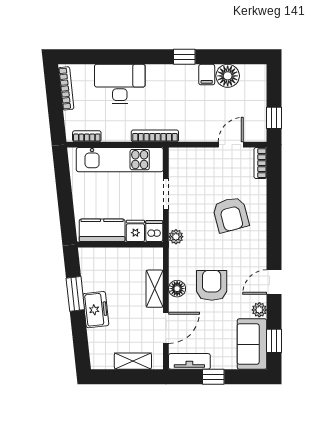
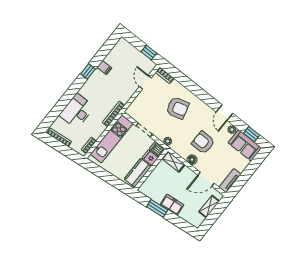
floor lamp: (228, 76) -> (113, 58), removed
shelving: (155, 289) -> (173, 162), moved
door: (166, 328) -> (206, 179), swing flipped
window: (213, 377) -> (246, 175), removed

